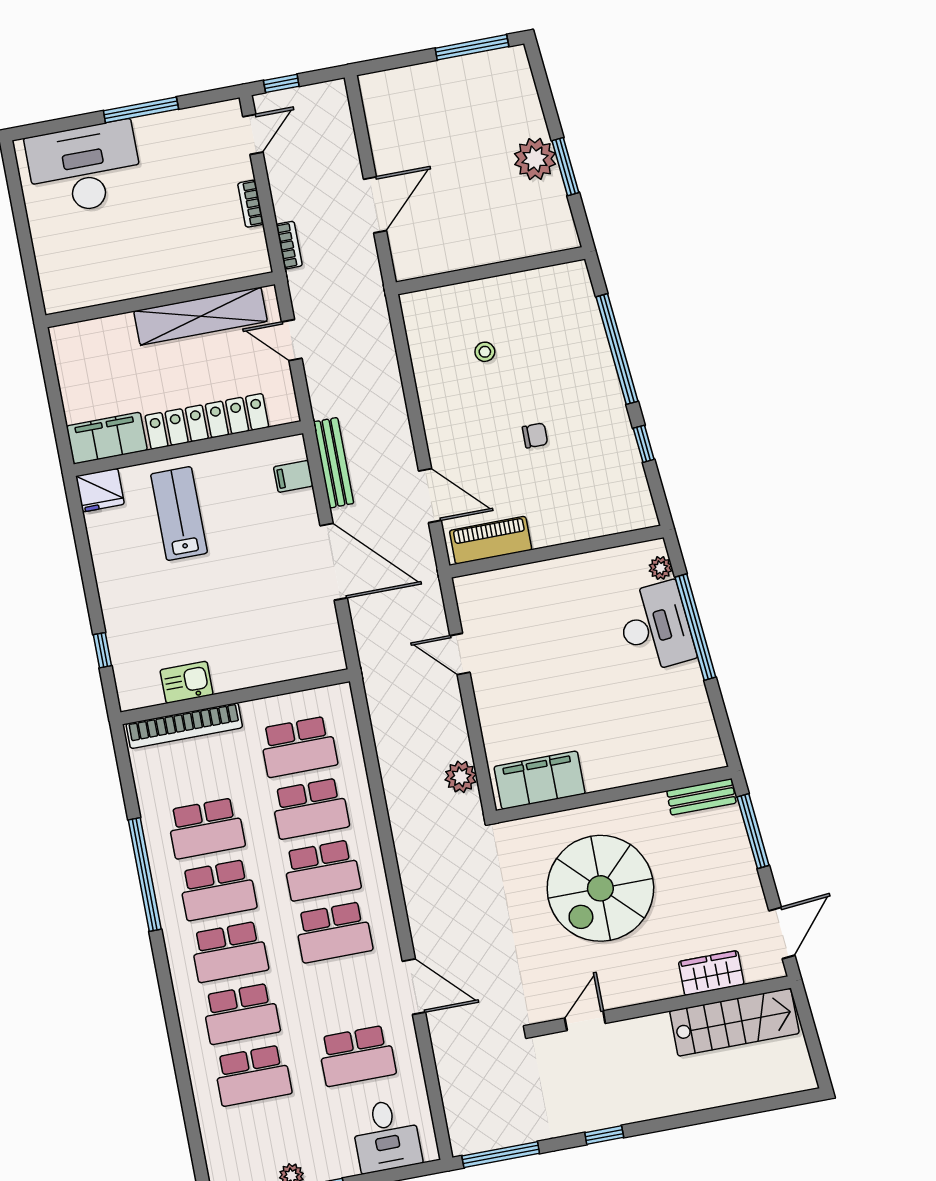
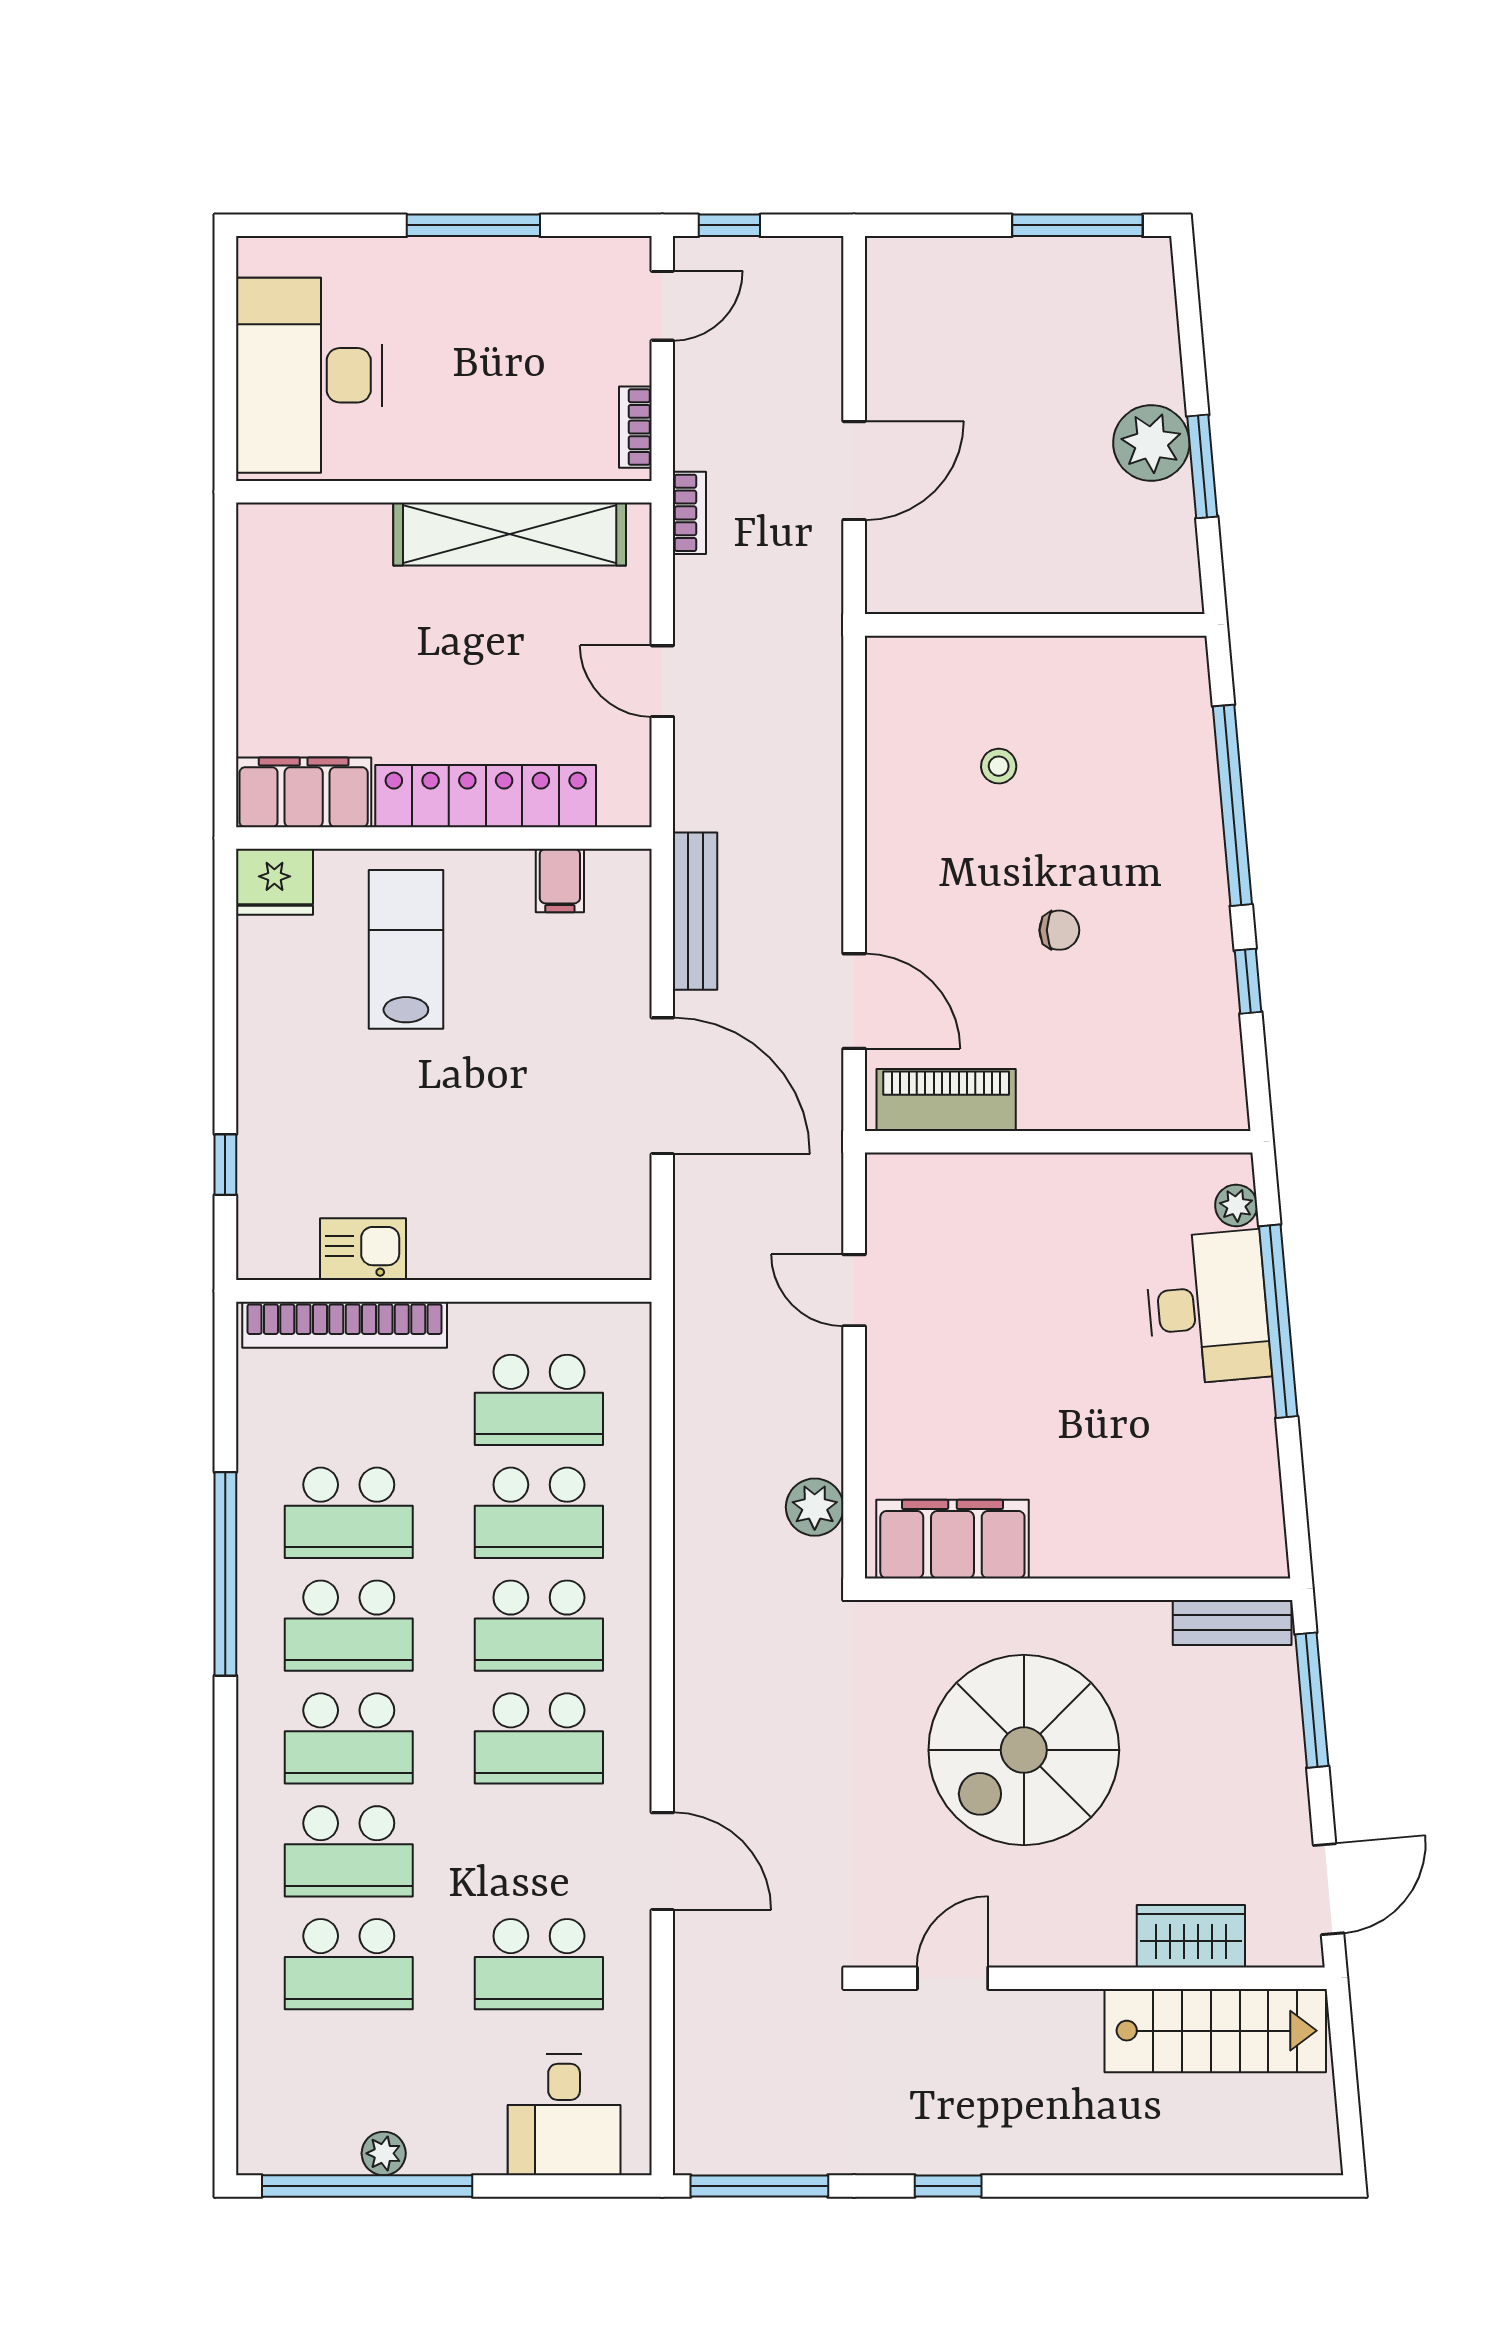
desk: (84, 168) -> (309, 375), moved, turned -90
wall: (160, 300) -> (444, 492), moved
shelving: (201, 316) -> (510, 534), moved
filing cabinet: (293, 476) -> (560, 881), moved, turned -90

